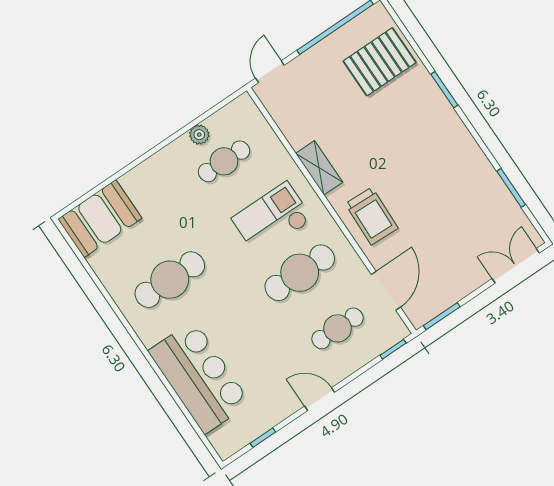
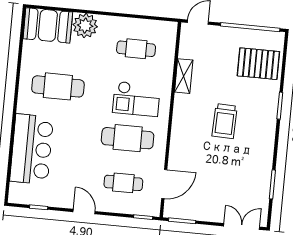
plant: (199, 135) -> (85, 26), moved, width x1.87, depth x1.87
shelving: (319, 168) -> (184, 76), moved
trolley: (372, 216) -> (225, 121), moved
checkout: (272, 219) -> (136, 99), turned 180

